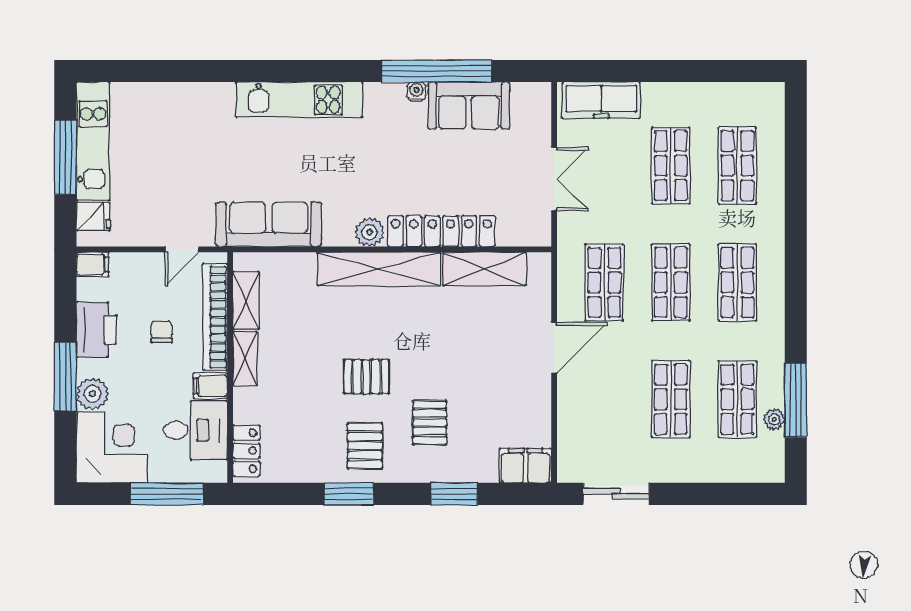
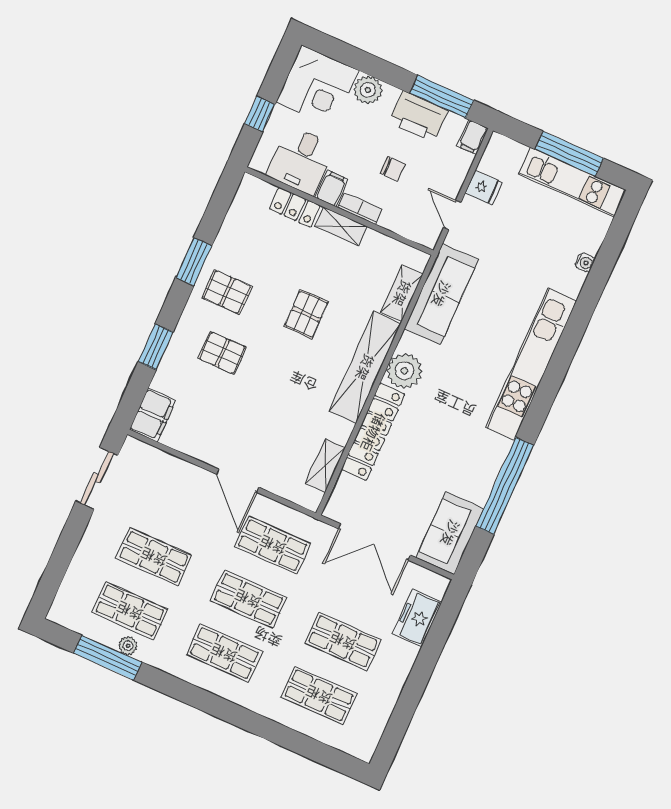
water cooler: (416, 91) -> (585, 262), moved
kitchen unit: (299, 100) -> (531, 364), width x1.36
freezer: (601, 100) -> (417, 618), width x0.71
sofa: (469, 106) -> (450, 533), moved
double door: (554, 179) -> (374, 542), width x1.37
fridge: (93, 217) -> (484, 188), moved, turned -90
plant: (370, 232) -> (405, 371), width x1.36, depth x1.36
shelving: (484, 269) -> (325, 466), width x0.67, depth x0.75
shelving: (246, 300) -> (402, 293), moved, turned 90
bookcase: (215, 317) -> (360, 209), width x0.43, depth x0.76
window: (65, 377) -> (442, 97), moved
pallet: (366, 377) -> (306, 314), moved
plant: (774, 419) -> (128, 646), moved
locker: (247, 451) -> (295, 207), moved
window: (167, 494) -> (260, 114), width x0.46

